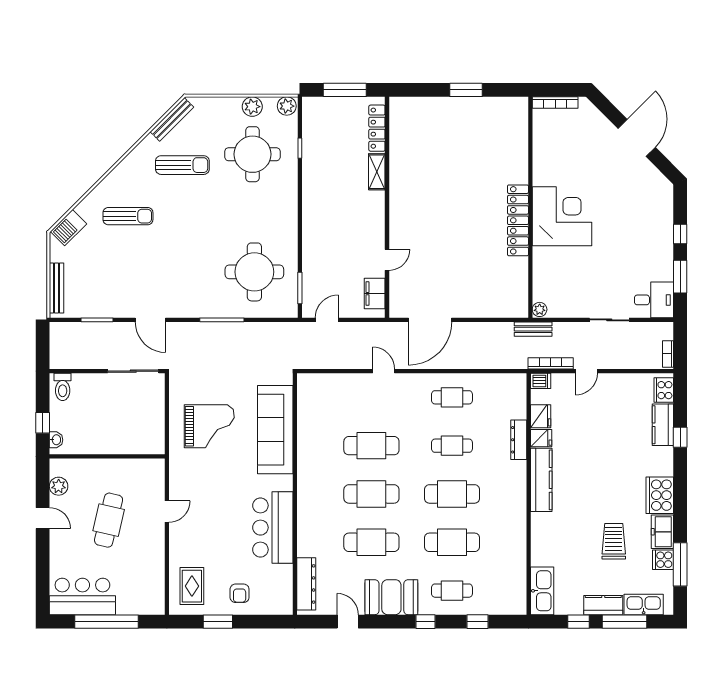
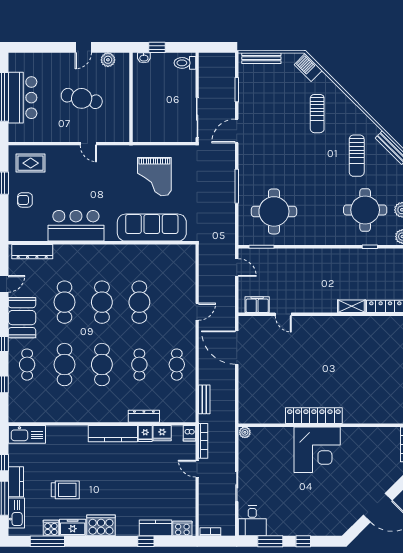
bench: (533, 329) -> (204, 399), moved
bar counter: (82, 596) -> (23, 98), moved

